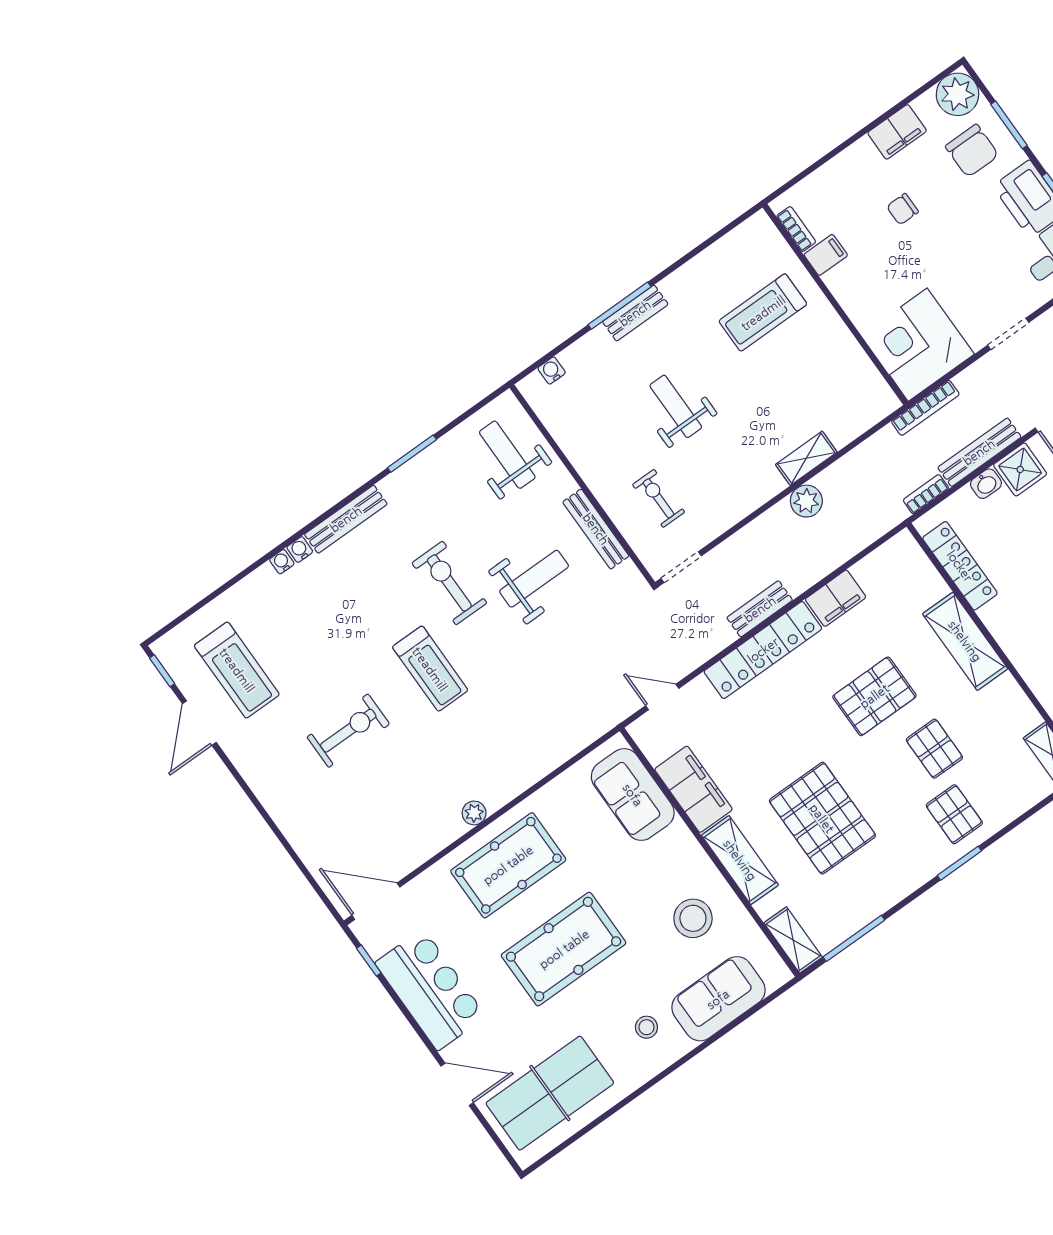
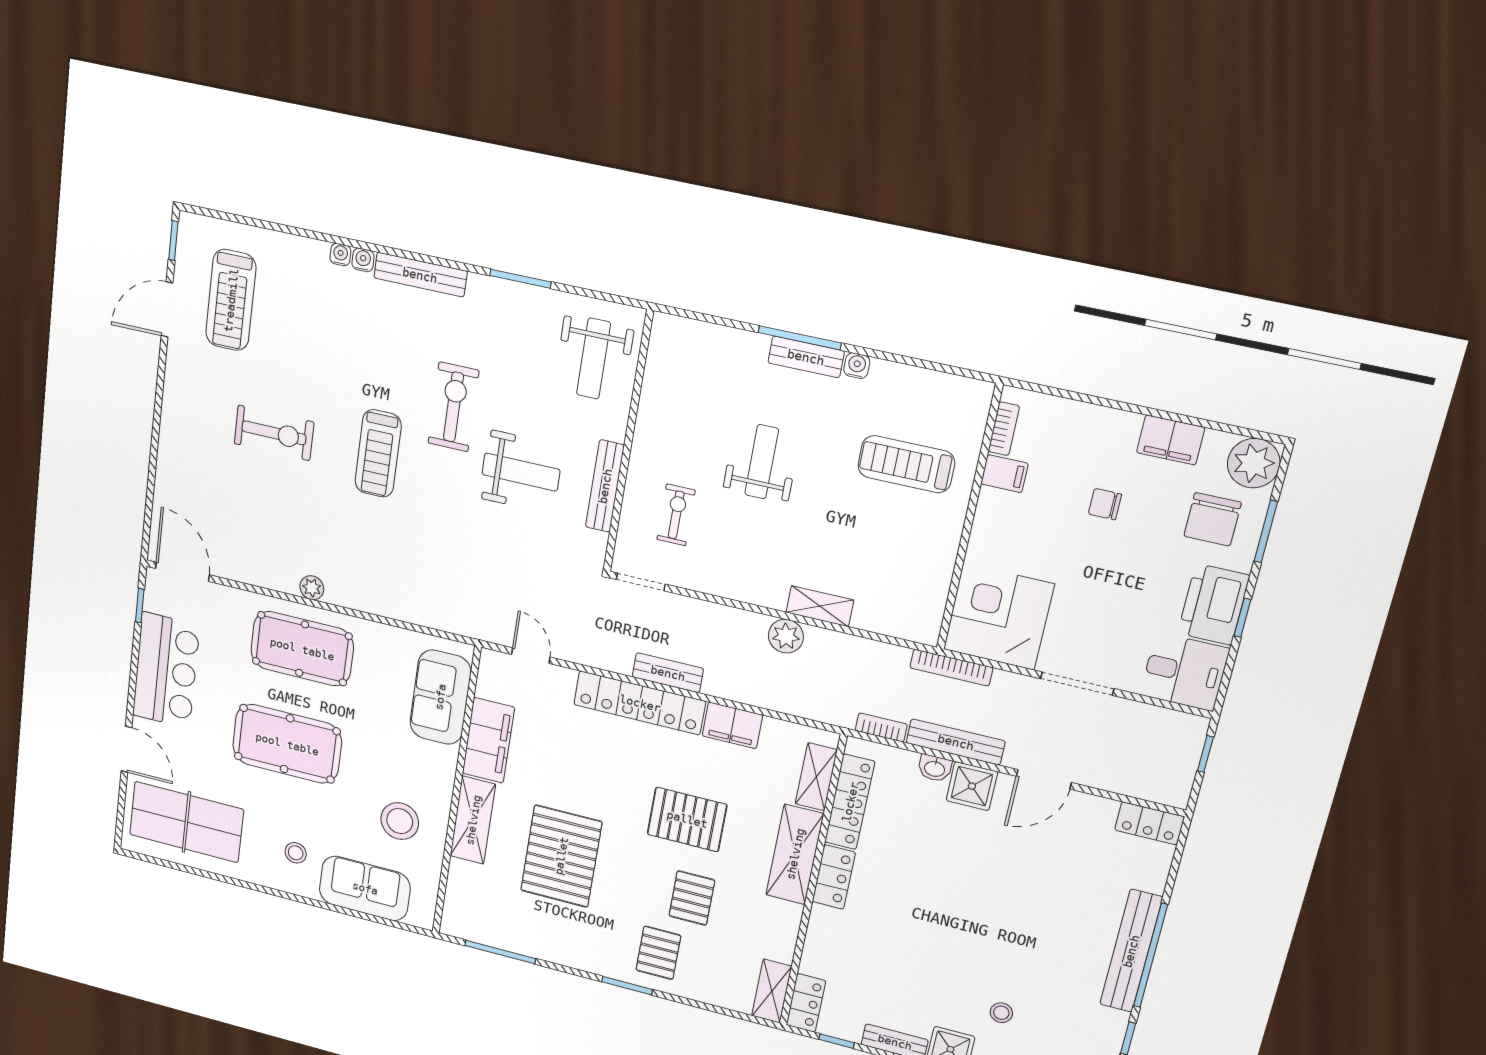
doorway: (1008, 334) -> (1077, 684), width x1.38
water cooler: (552, 371) -> (857, 366), moved
weight bench: (507, 455) -> (594, 359), turned 180
locker: (1005, 628) -> (834, 877), added
shelving: (793, 940) -> (816, 777), moved

